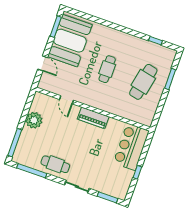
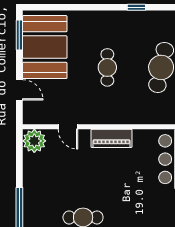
window: (155, 41) -> (136, 7), moved
plant: (34, 120) -> (34, 141), moved

